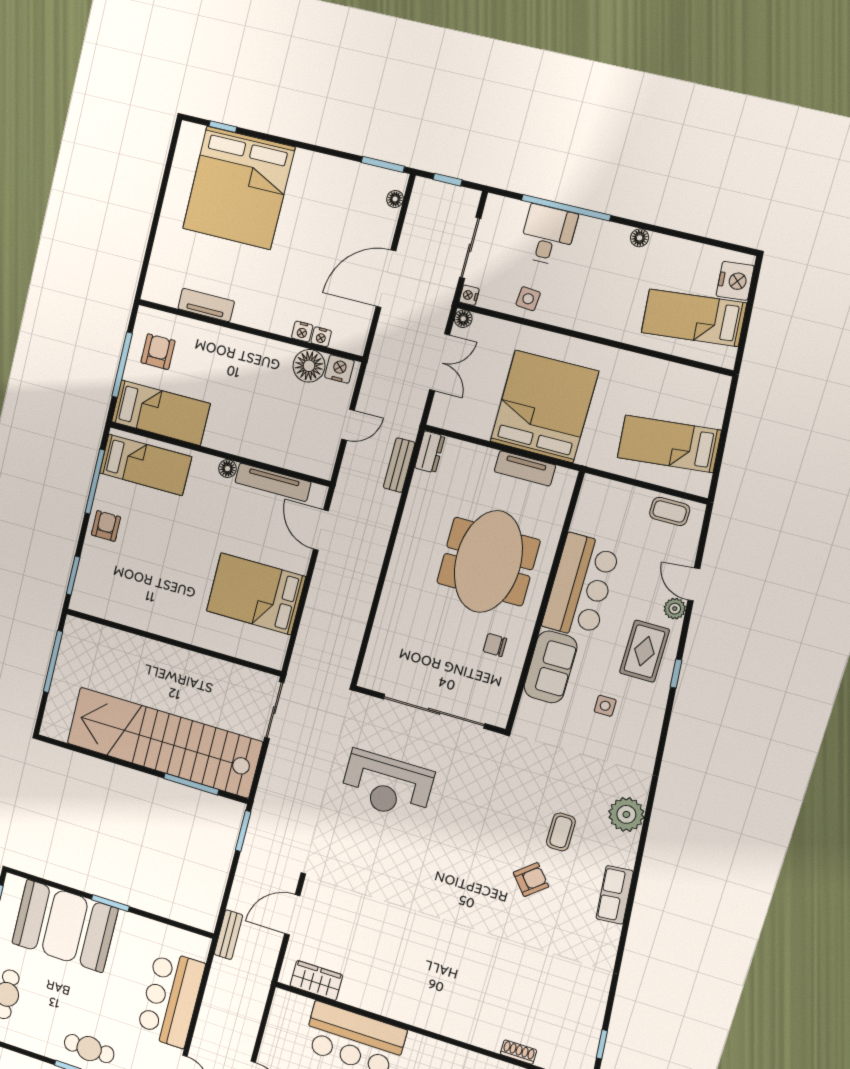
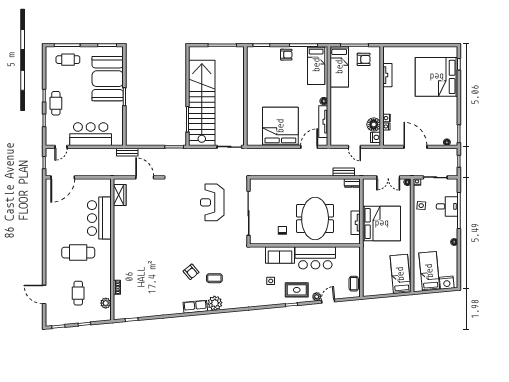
bed: (669, 444) -> (400, 274), moved
meeting table: (488, 562) -> (315, 218), turned 90
bed: (256, 594) -> (280, 126), width x1.36
plant: (626, 814) -> (215, 303), moved

